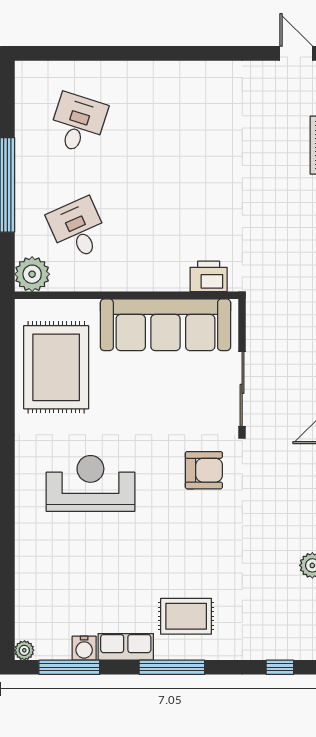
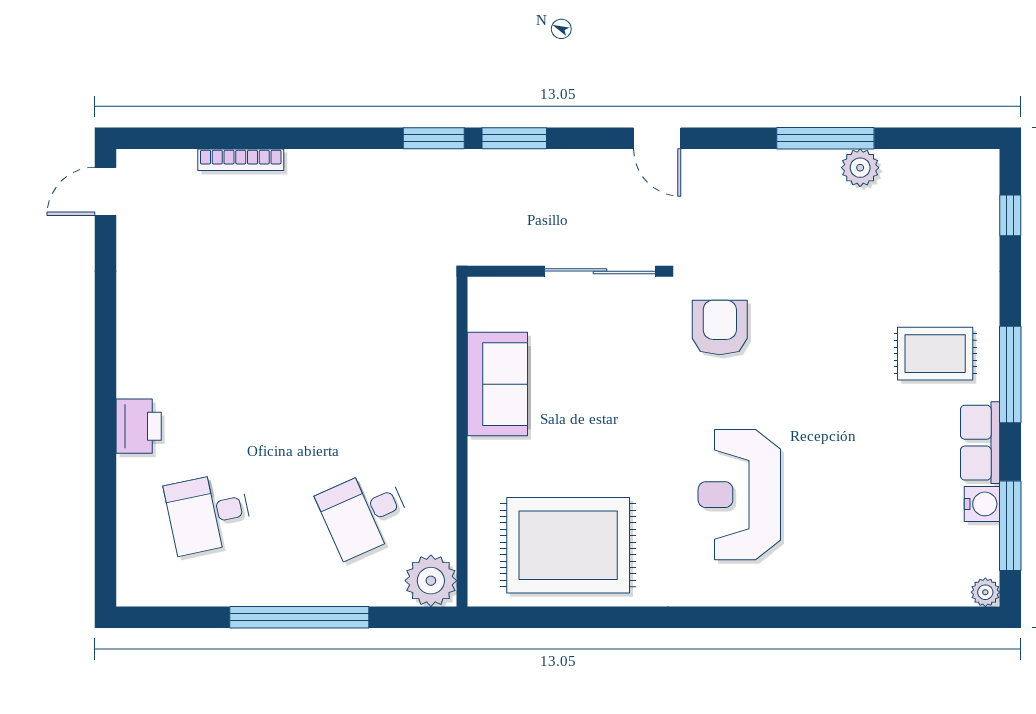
desk: (78, 123) -> (209, 513), turned -30
printer: (209, 276) -> (139, 426), moved, turned 180
sofa: (165, 325) -> (497, 384), width x0.54, depth x0.79
rug: (186, 616) -> (935, 354), turned 90

